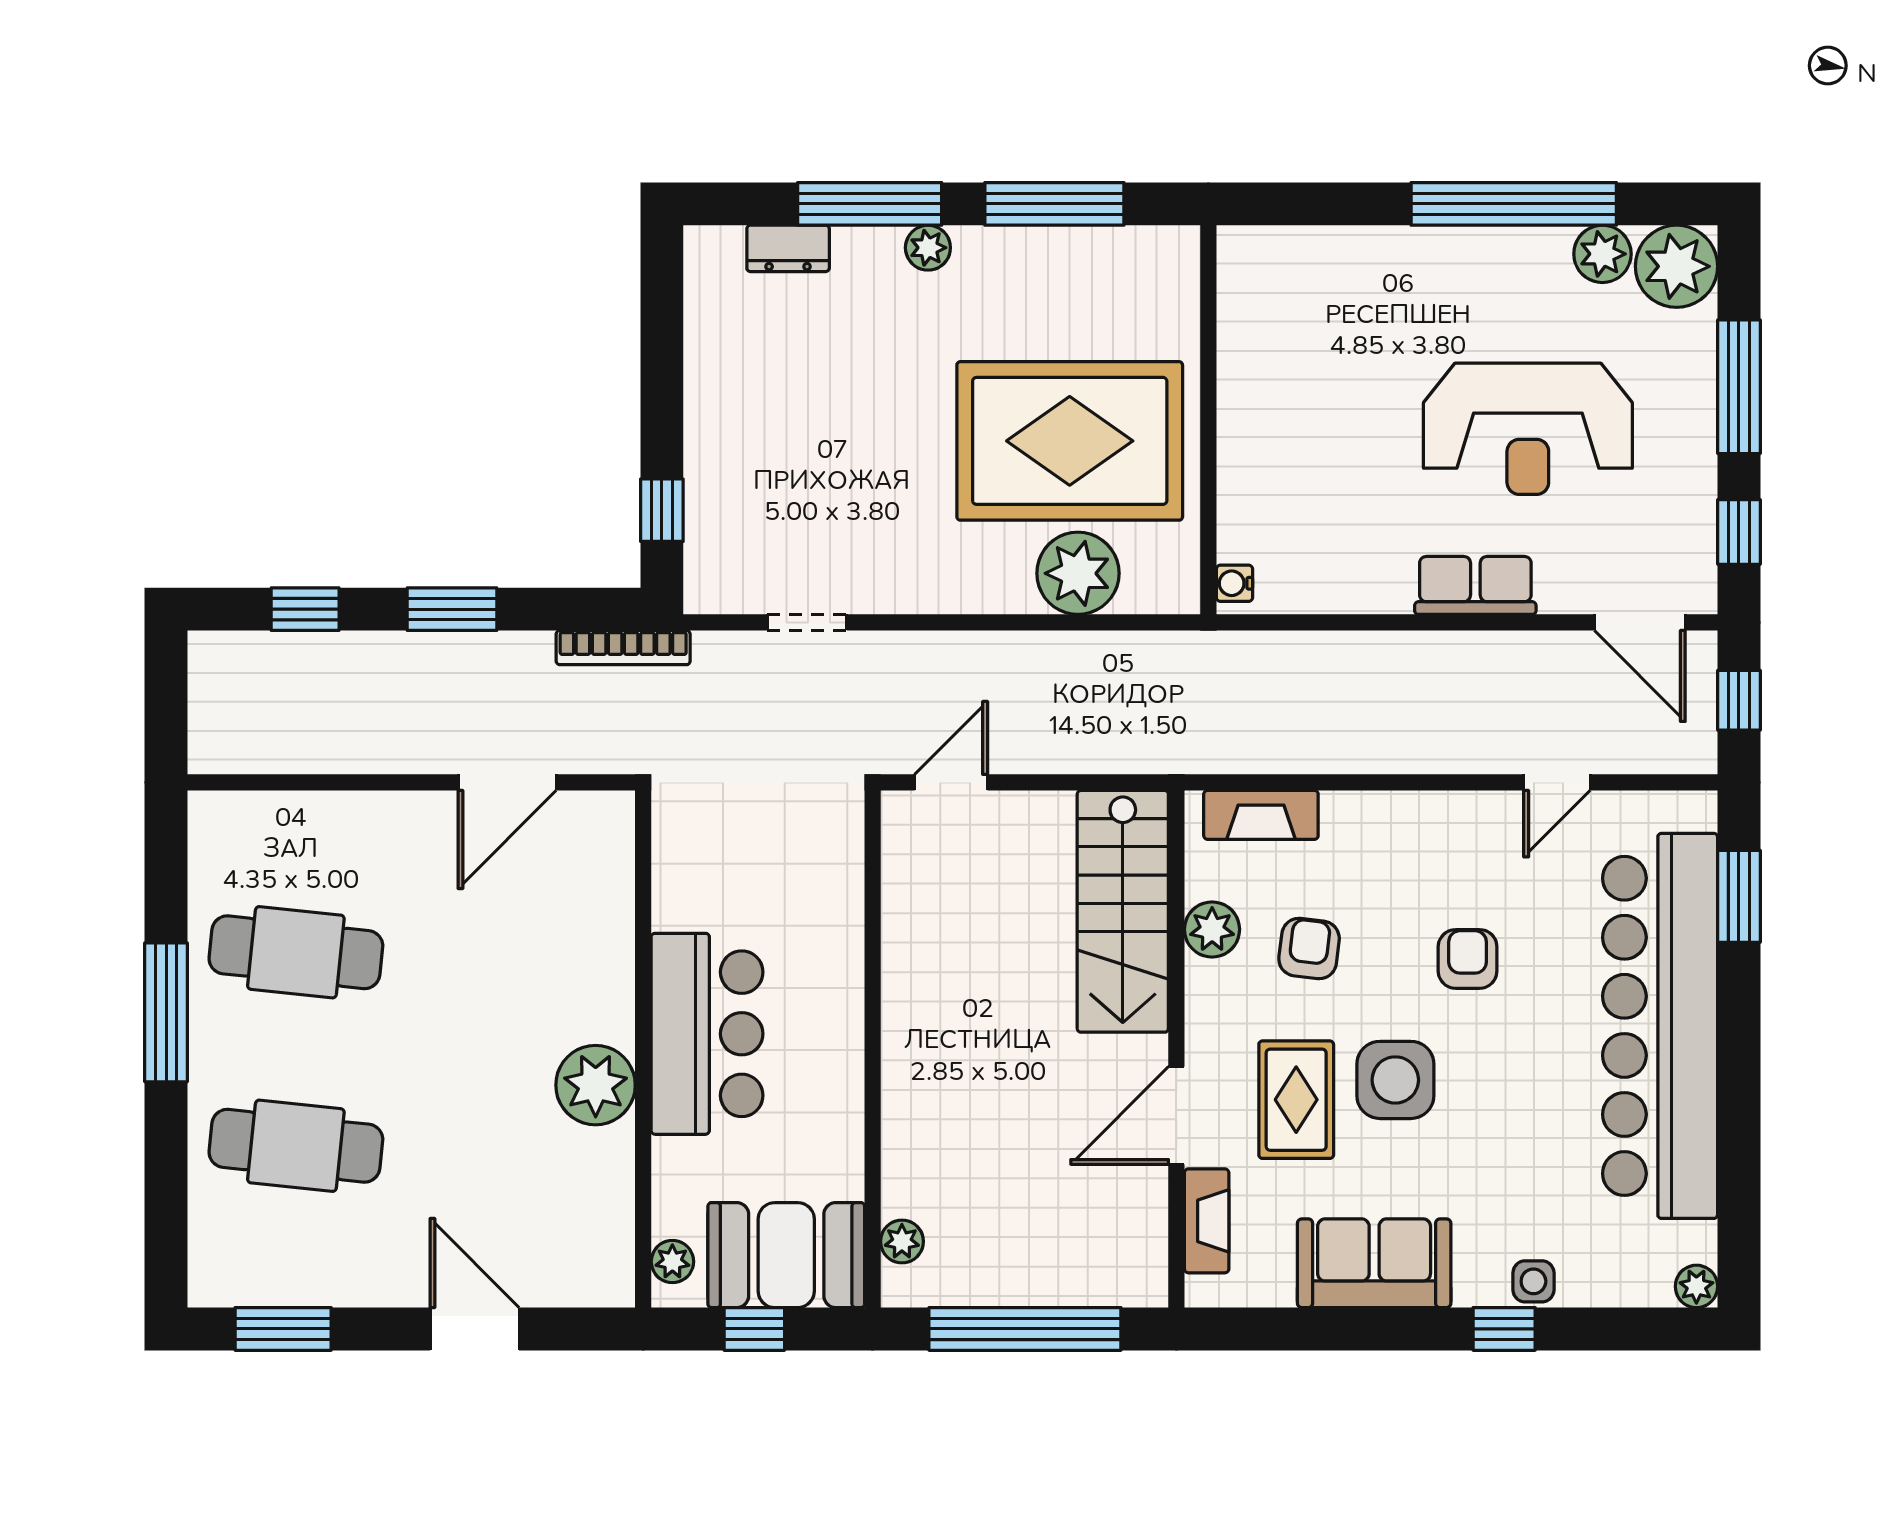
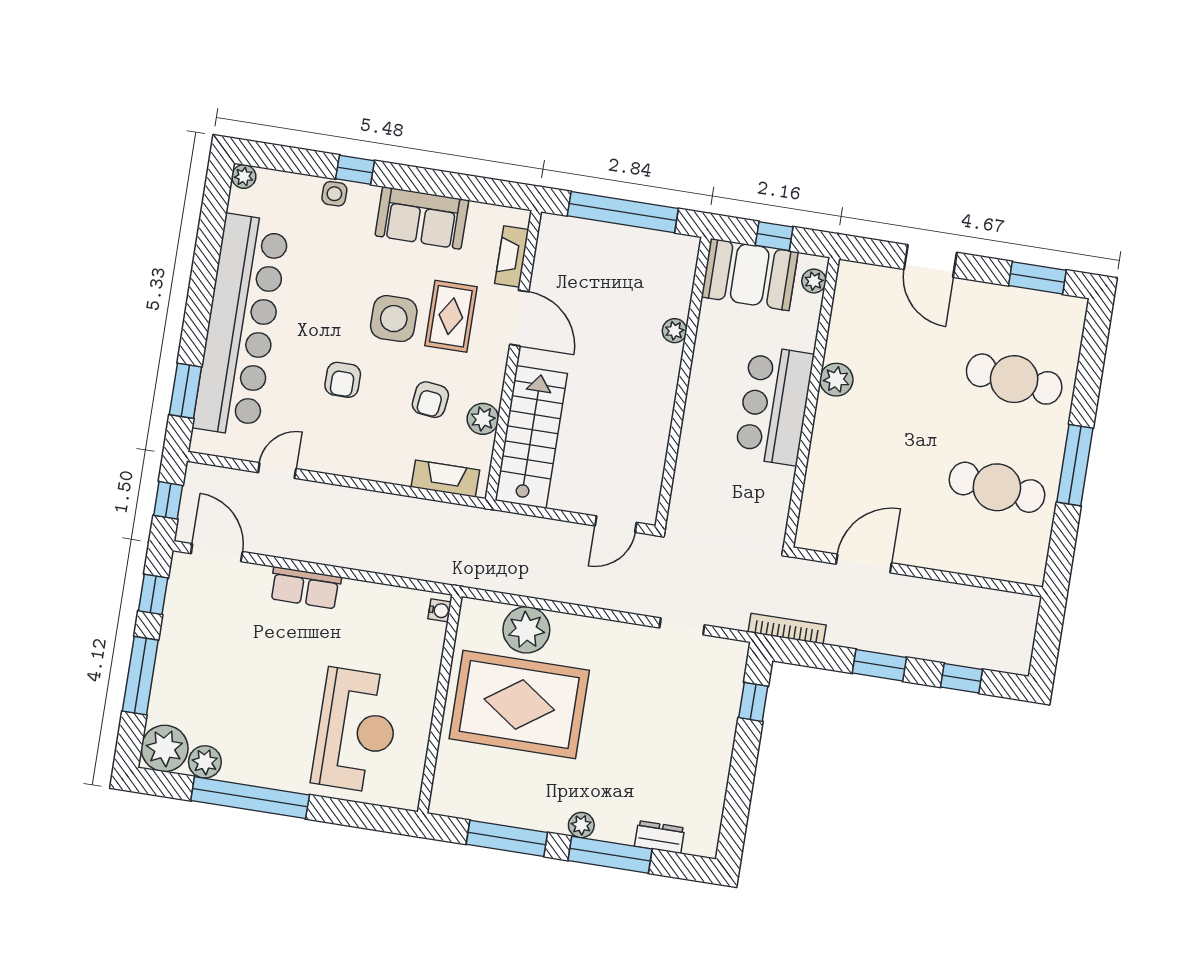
reception desk: (1528, 429) -> (356, 730), moved, turned 90
plant: (596, 1085) -> (836, 380), width x0.73, depth x0.73
door: (1176, 1116) -> (519, 318), hinge flipped
plant: (902, 1241) -> (675, 331), moved

